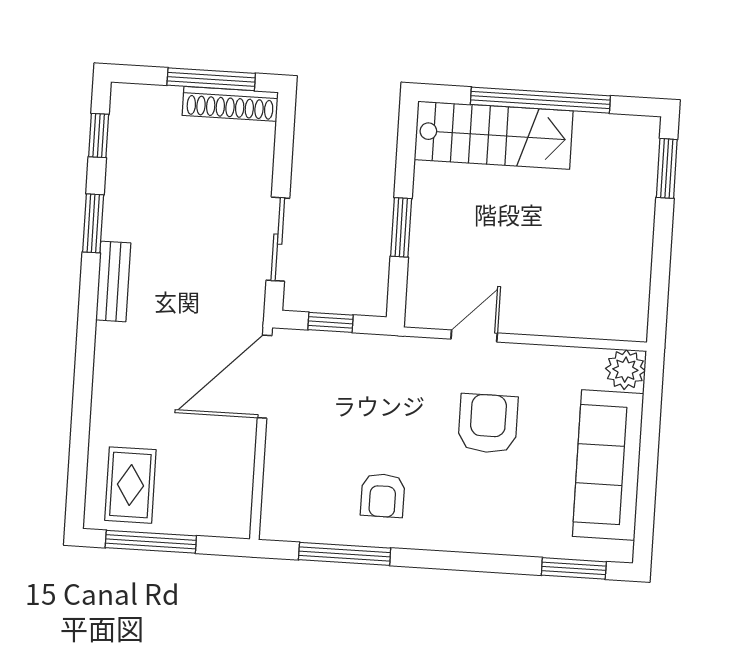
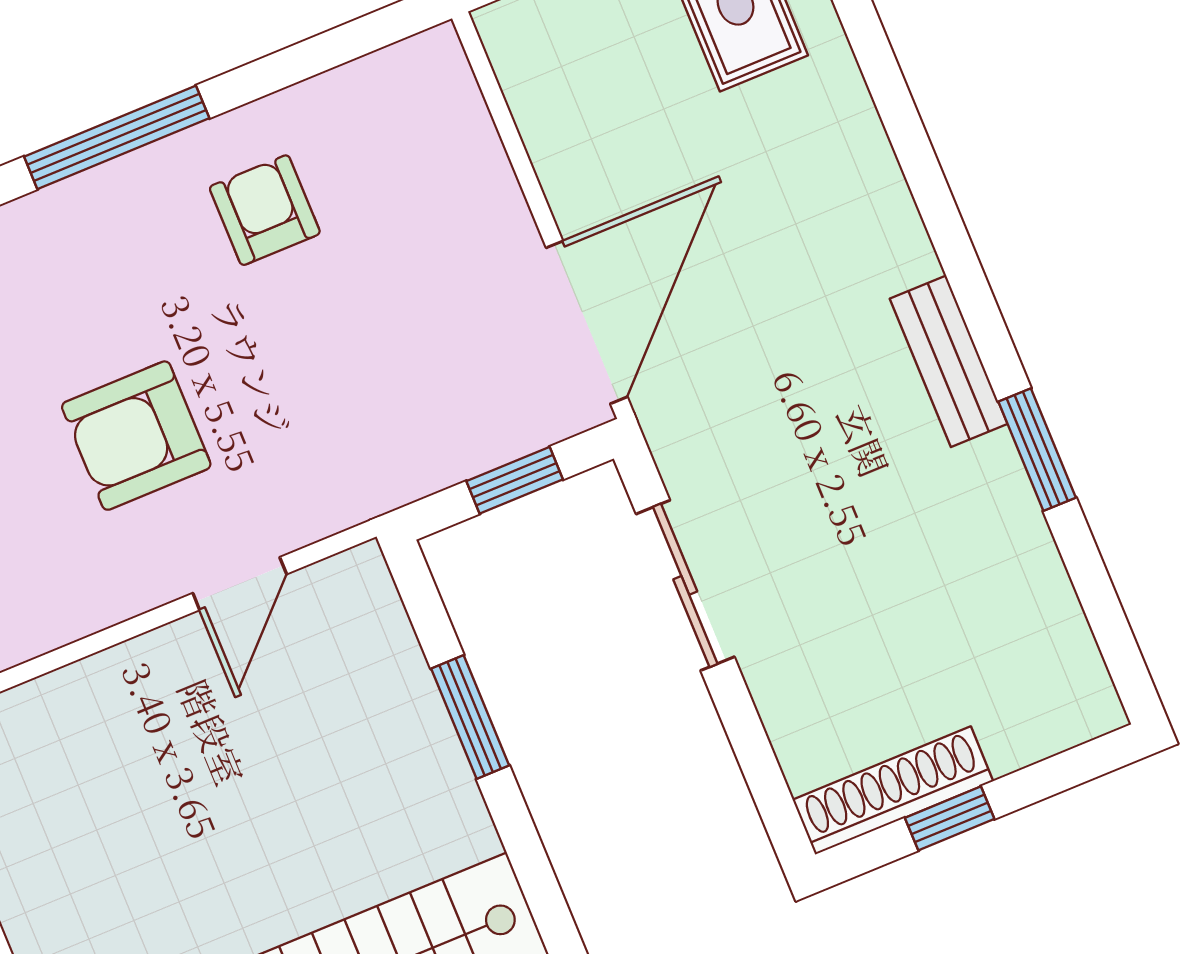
window: (211, 79) -> (950, 818), width x0.46
window: (99, 135) -> (1105, 615), removed
armchair: (488, 424) -> (136, 436), turned 90
window: (345, 554) -> (117, 137), moved

